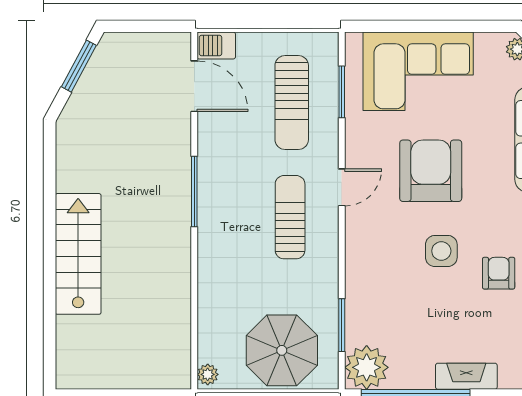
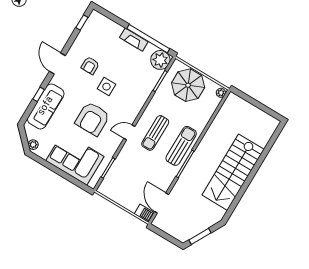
sun lounger: (292, 103) -> (181, 146), moved
stairs: (78, 254) -> (233, 172), width x1.36, depth x1.51
fireplace: (466, 376) -> (134, 40), moved

